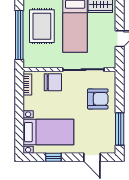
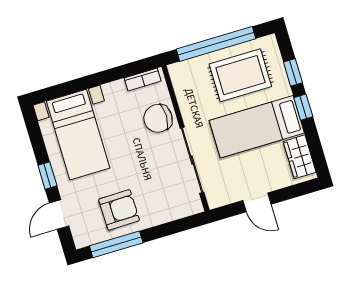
chair: (53, 82) -> (158, 118), turned 90
armchair: (98, 99) -> (119, 210), moved, turned -91
window: (53, 157) -> (47, 176), moved

